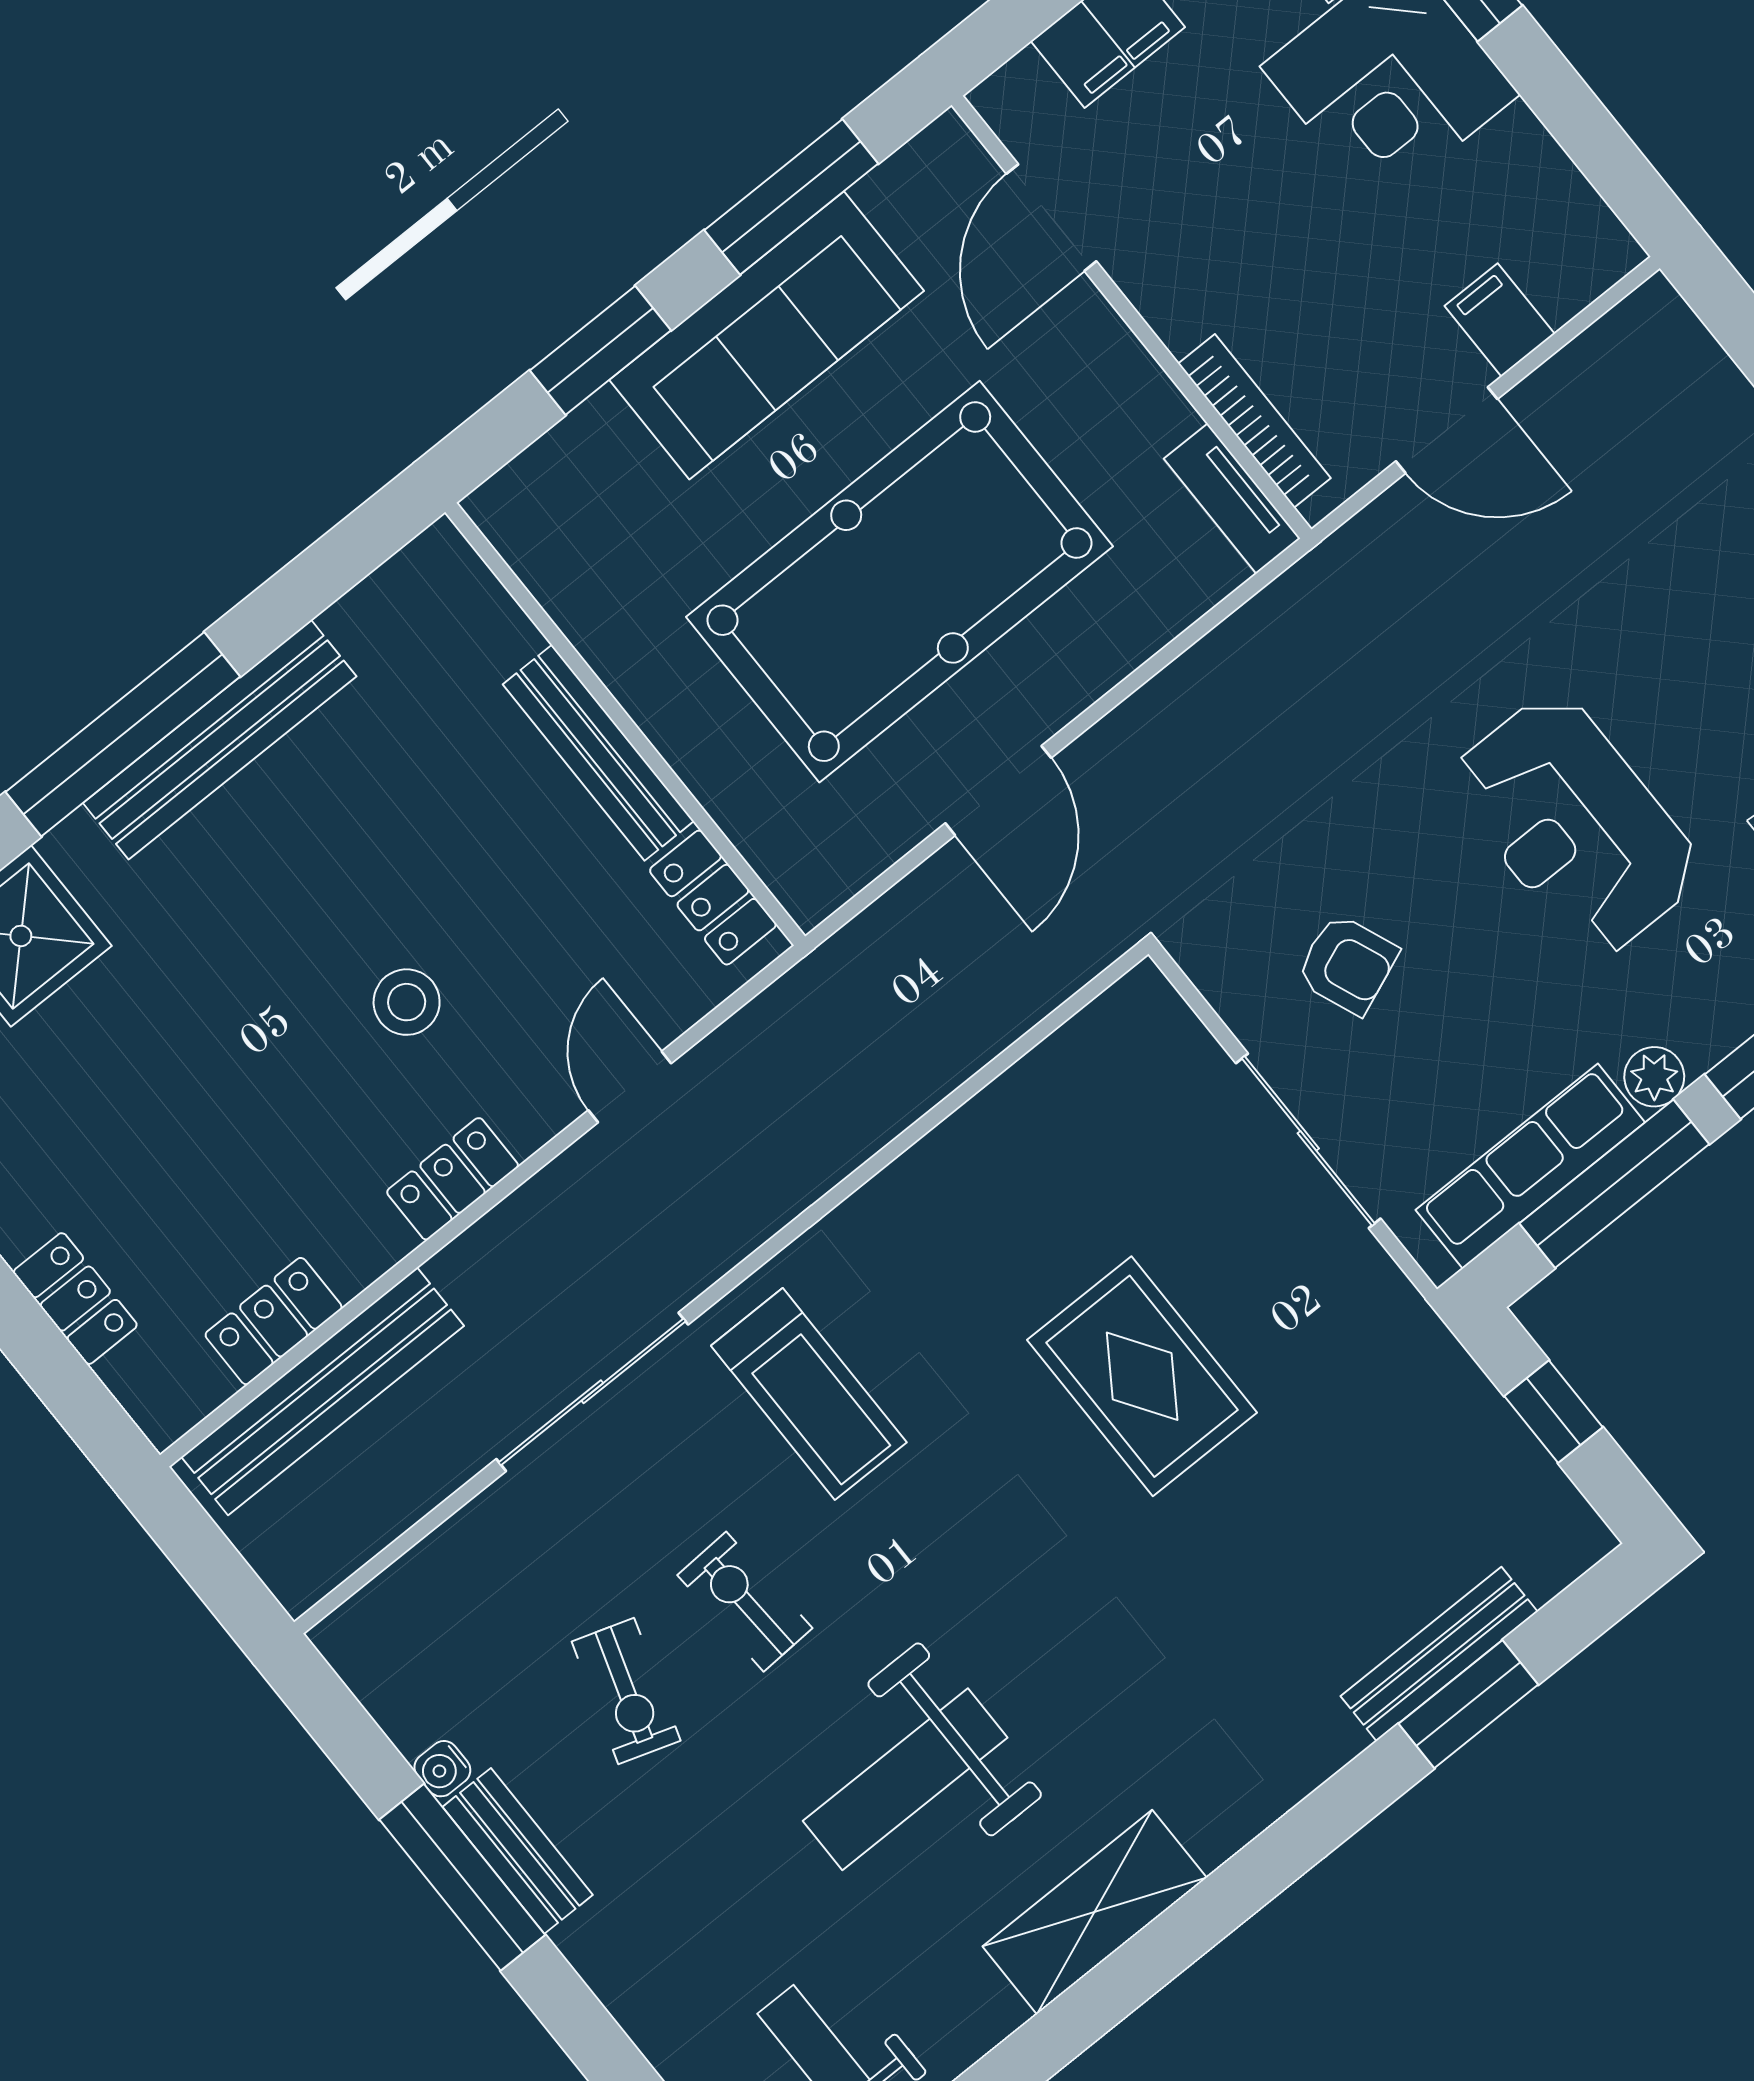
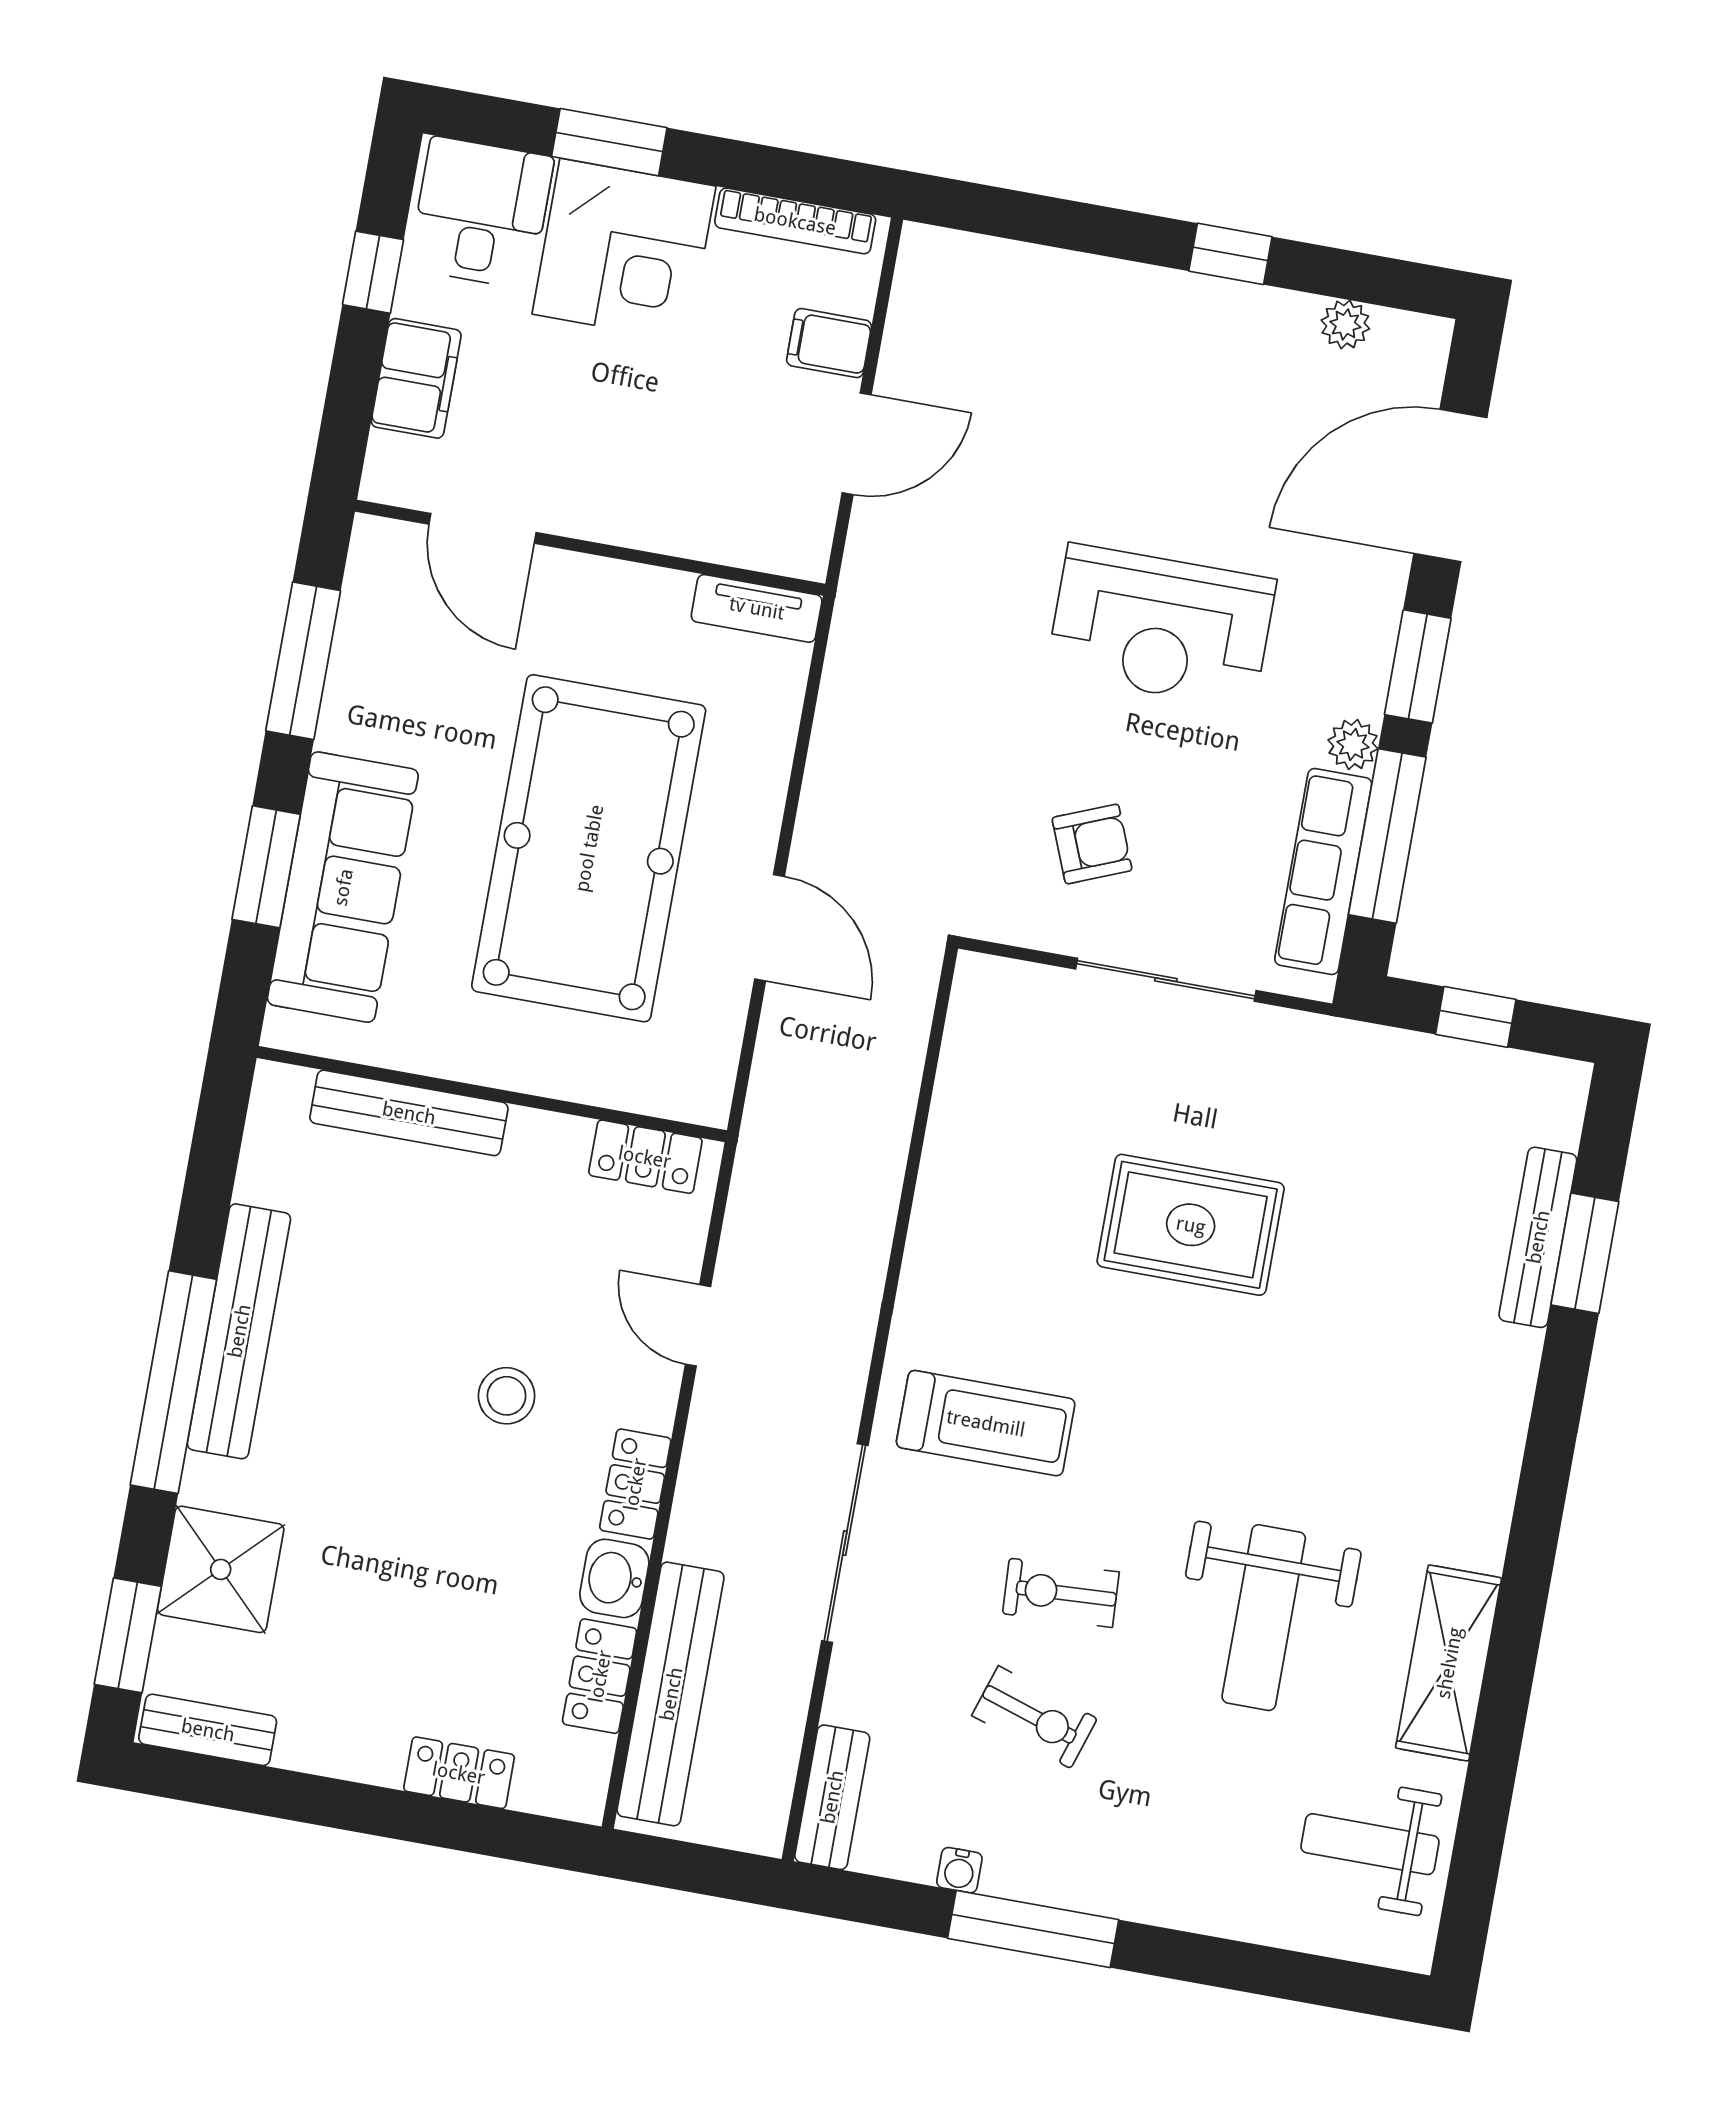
sofa: (767, 335) -> (343, 887), moved
bookcase: (1254, 421) -> (795, 221), moved, turned 180
bench: (598, 753) -> (409, 1113), moved
washbasin: (362, 1246) -> (614, 1578), added
bench: (518, 1851) -> (832, 1797), moved, turned 90
shelving: (1095, 1912) -> (1449, 1663), moved

